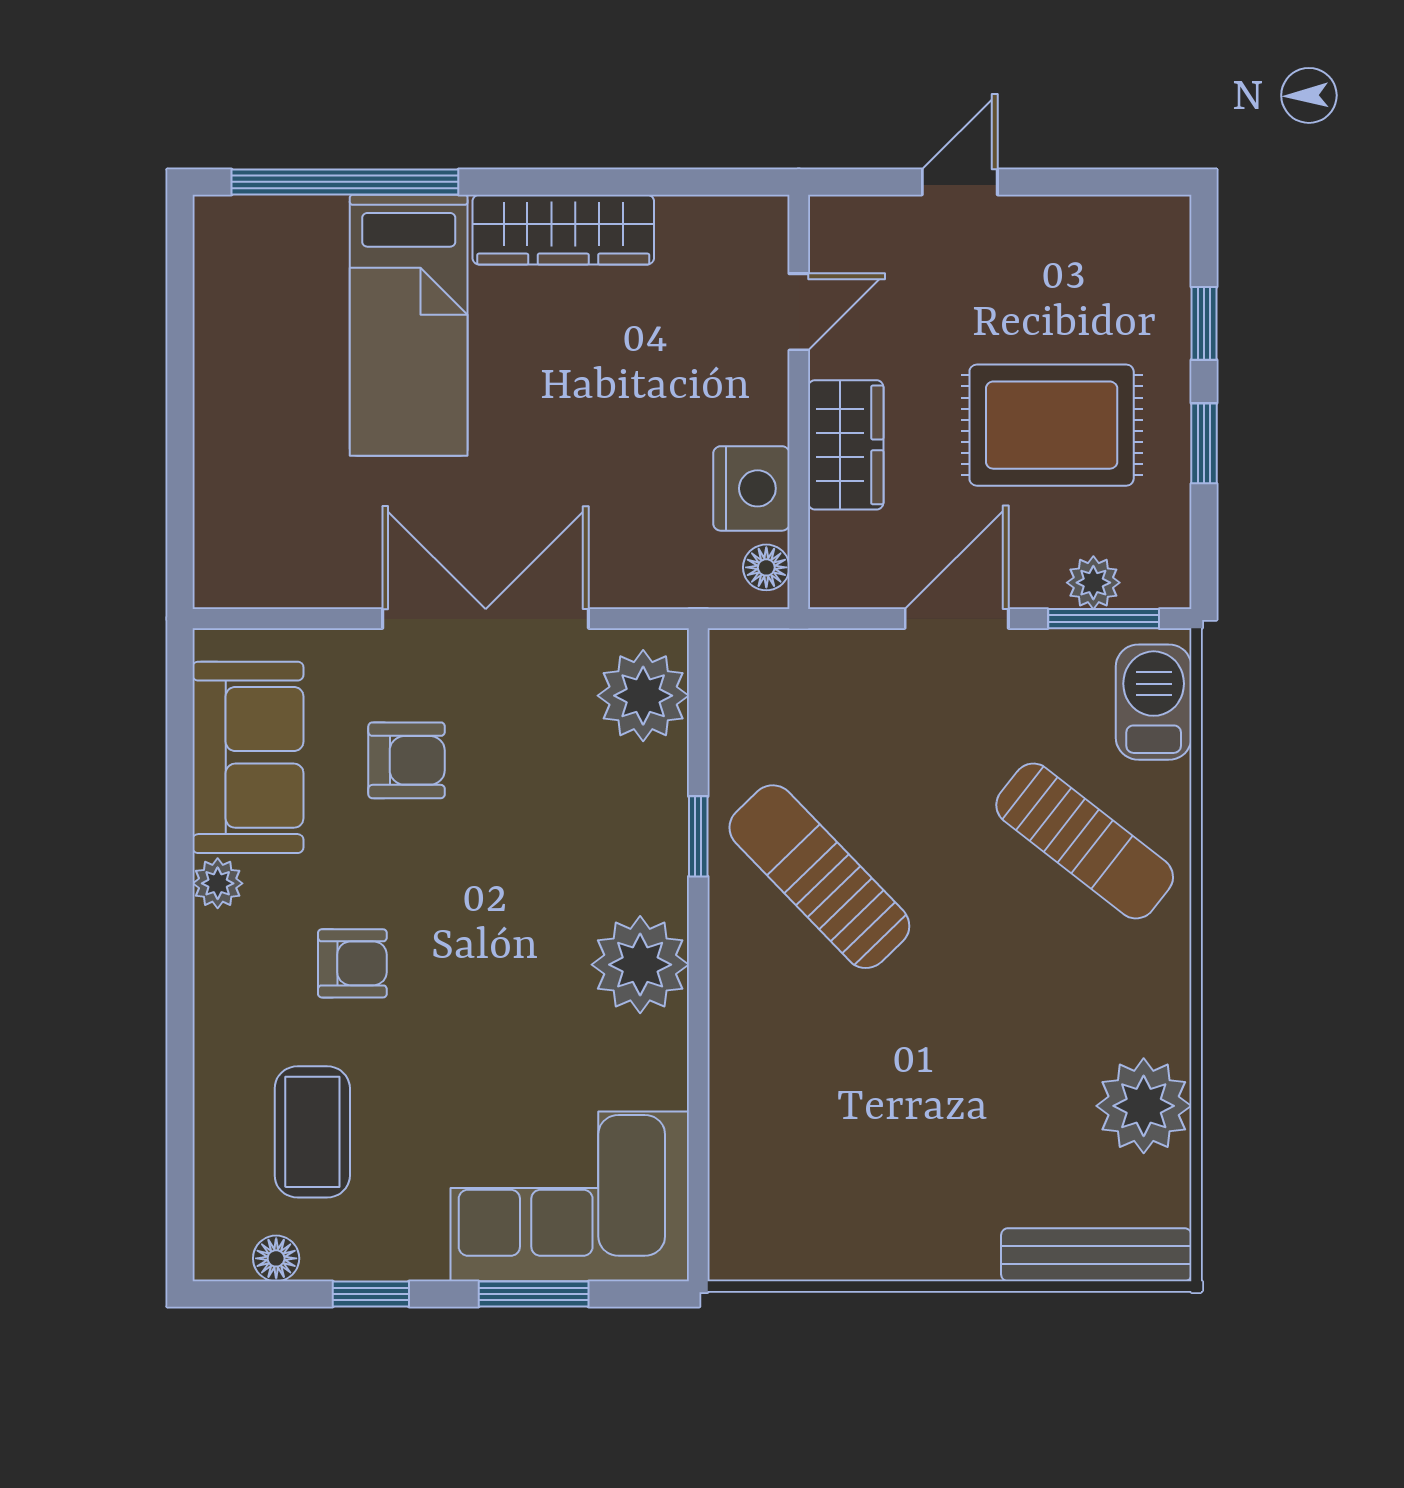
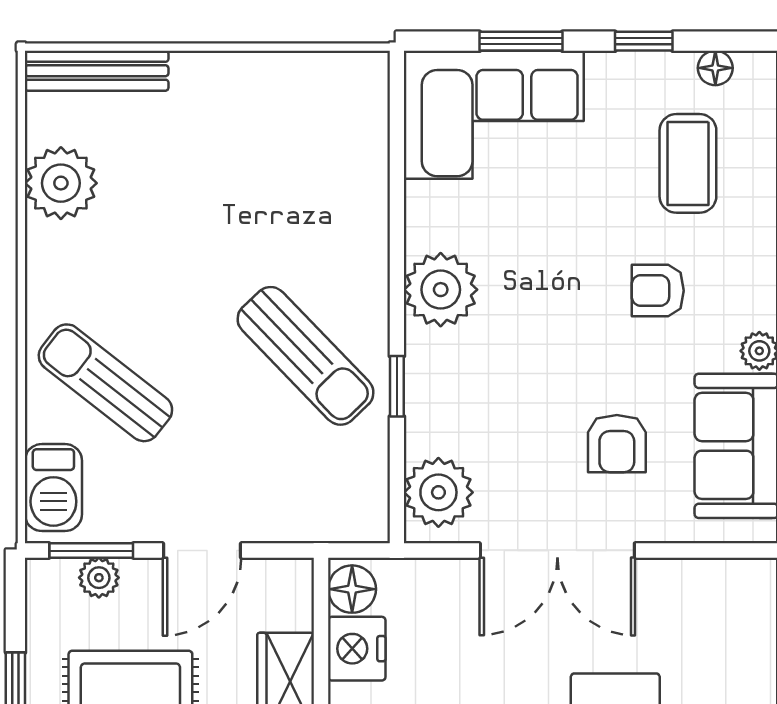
floor lamp: (766, 567) -> (352, 589), width x1.37, depth x1.37
armchair: (407, 760) -> (617, 444), turned -90

